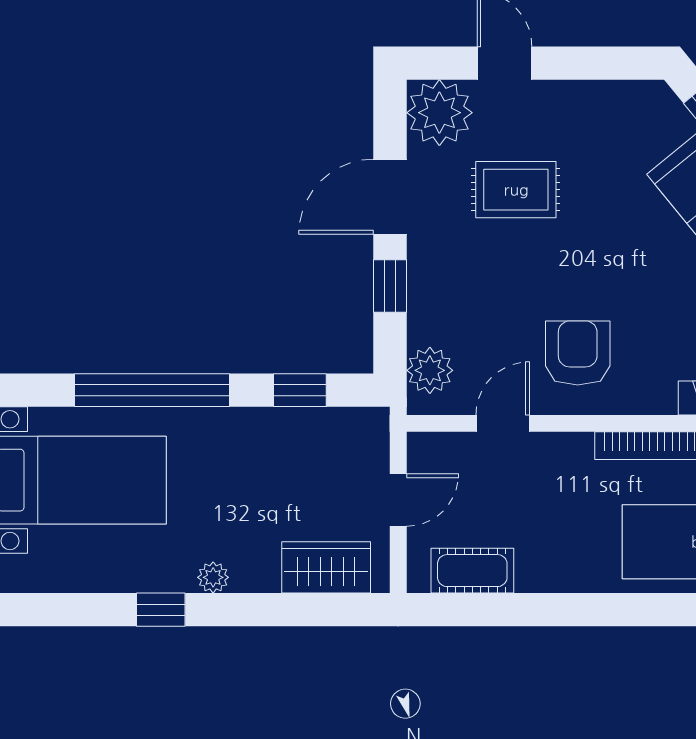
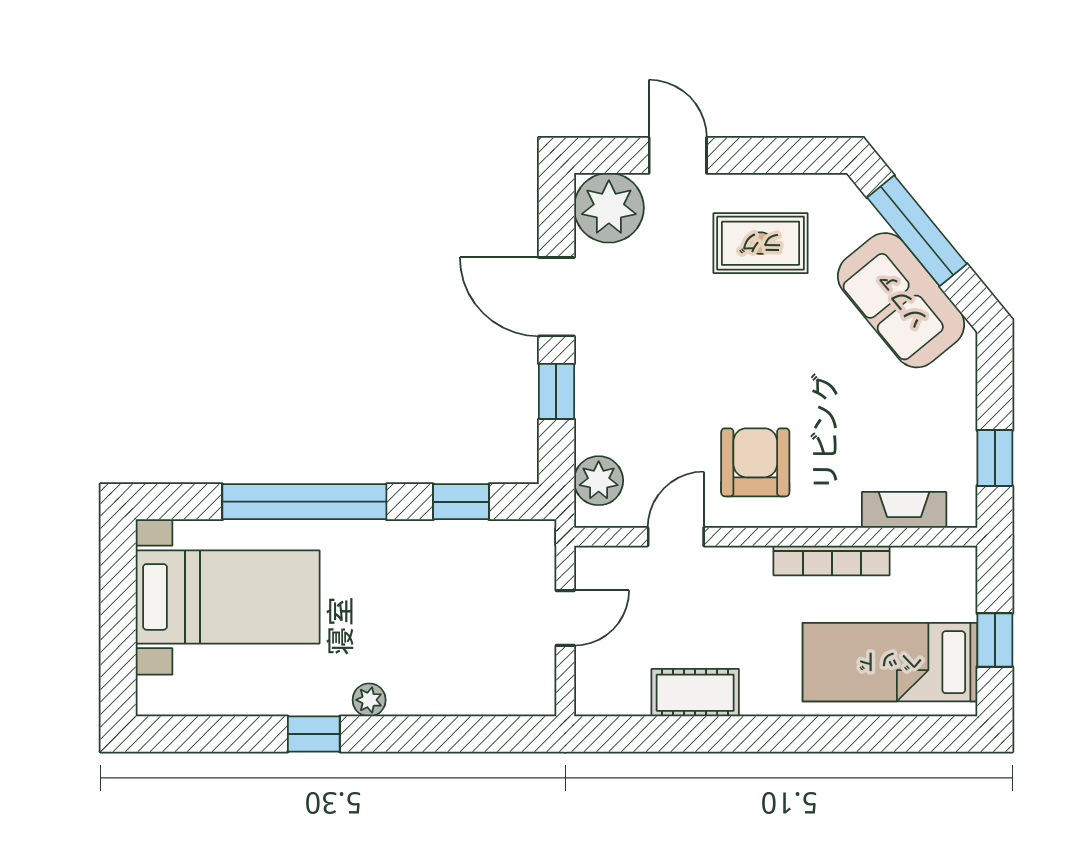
rug: (516, 190) -> (761, 243), moved
door: (390, 197) -> (556, 297), hinge flipped
wardrobe: (326, 567) -> (489, 689), removed
cot: (472, 571) -> (695, 693), moved

